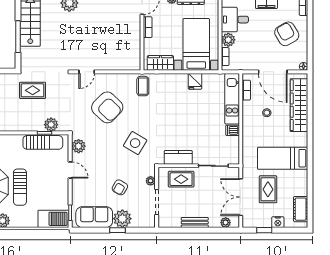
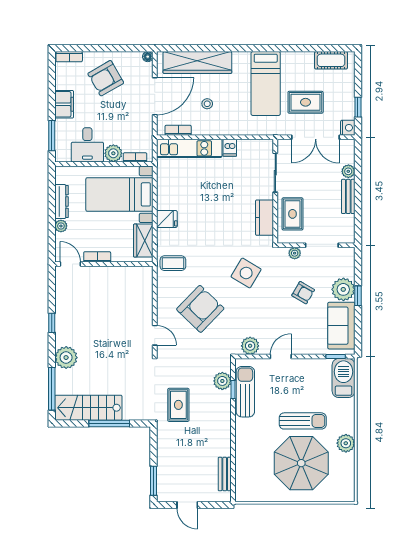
fridge: (195, 81) -> (167, 219), moved
nightstand: (278, 222) -> (348, 128), moved
plant: (226, 223) -> (348, 171), moved

